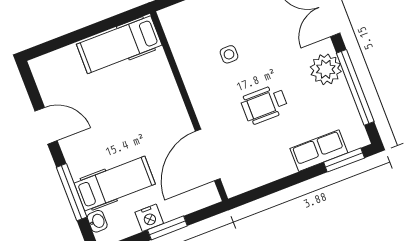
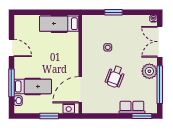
wheelchair: (264, 104) -> (115, 77), turned -69
nightstand: (149, 218) -> (69, 108), moved

